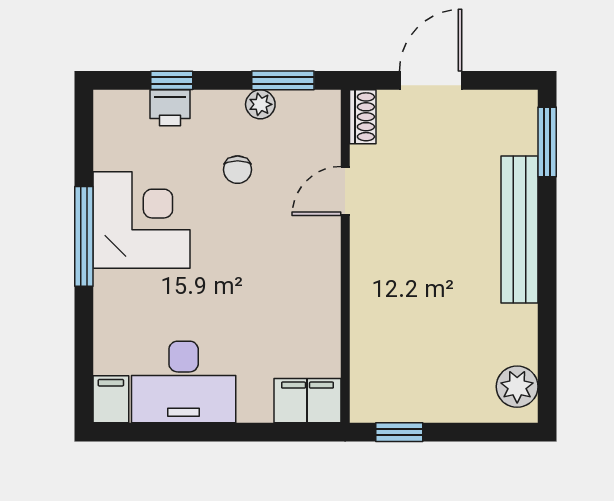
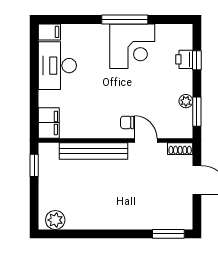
chair: (238, 170) -> (127, 122), moved
bench: (519, 230) -> (94, 151), moved

